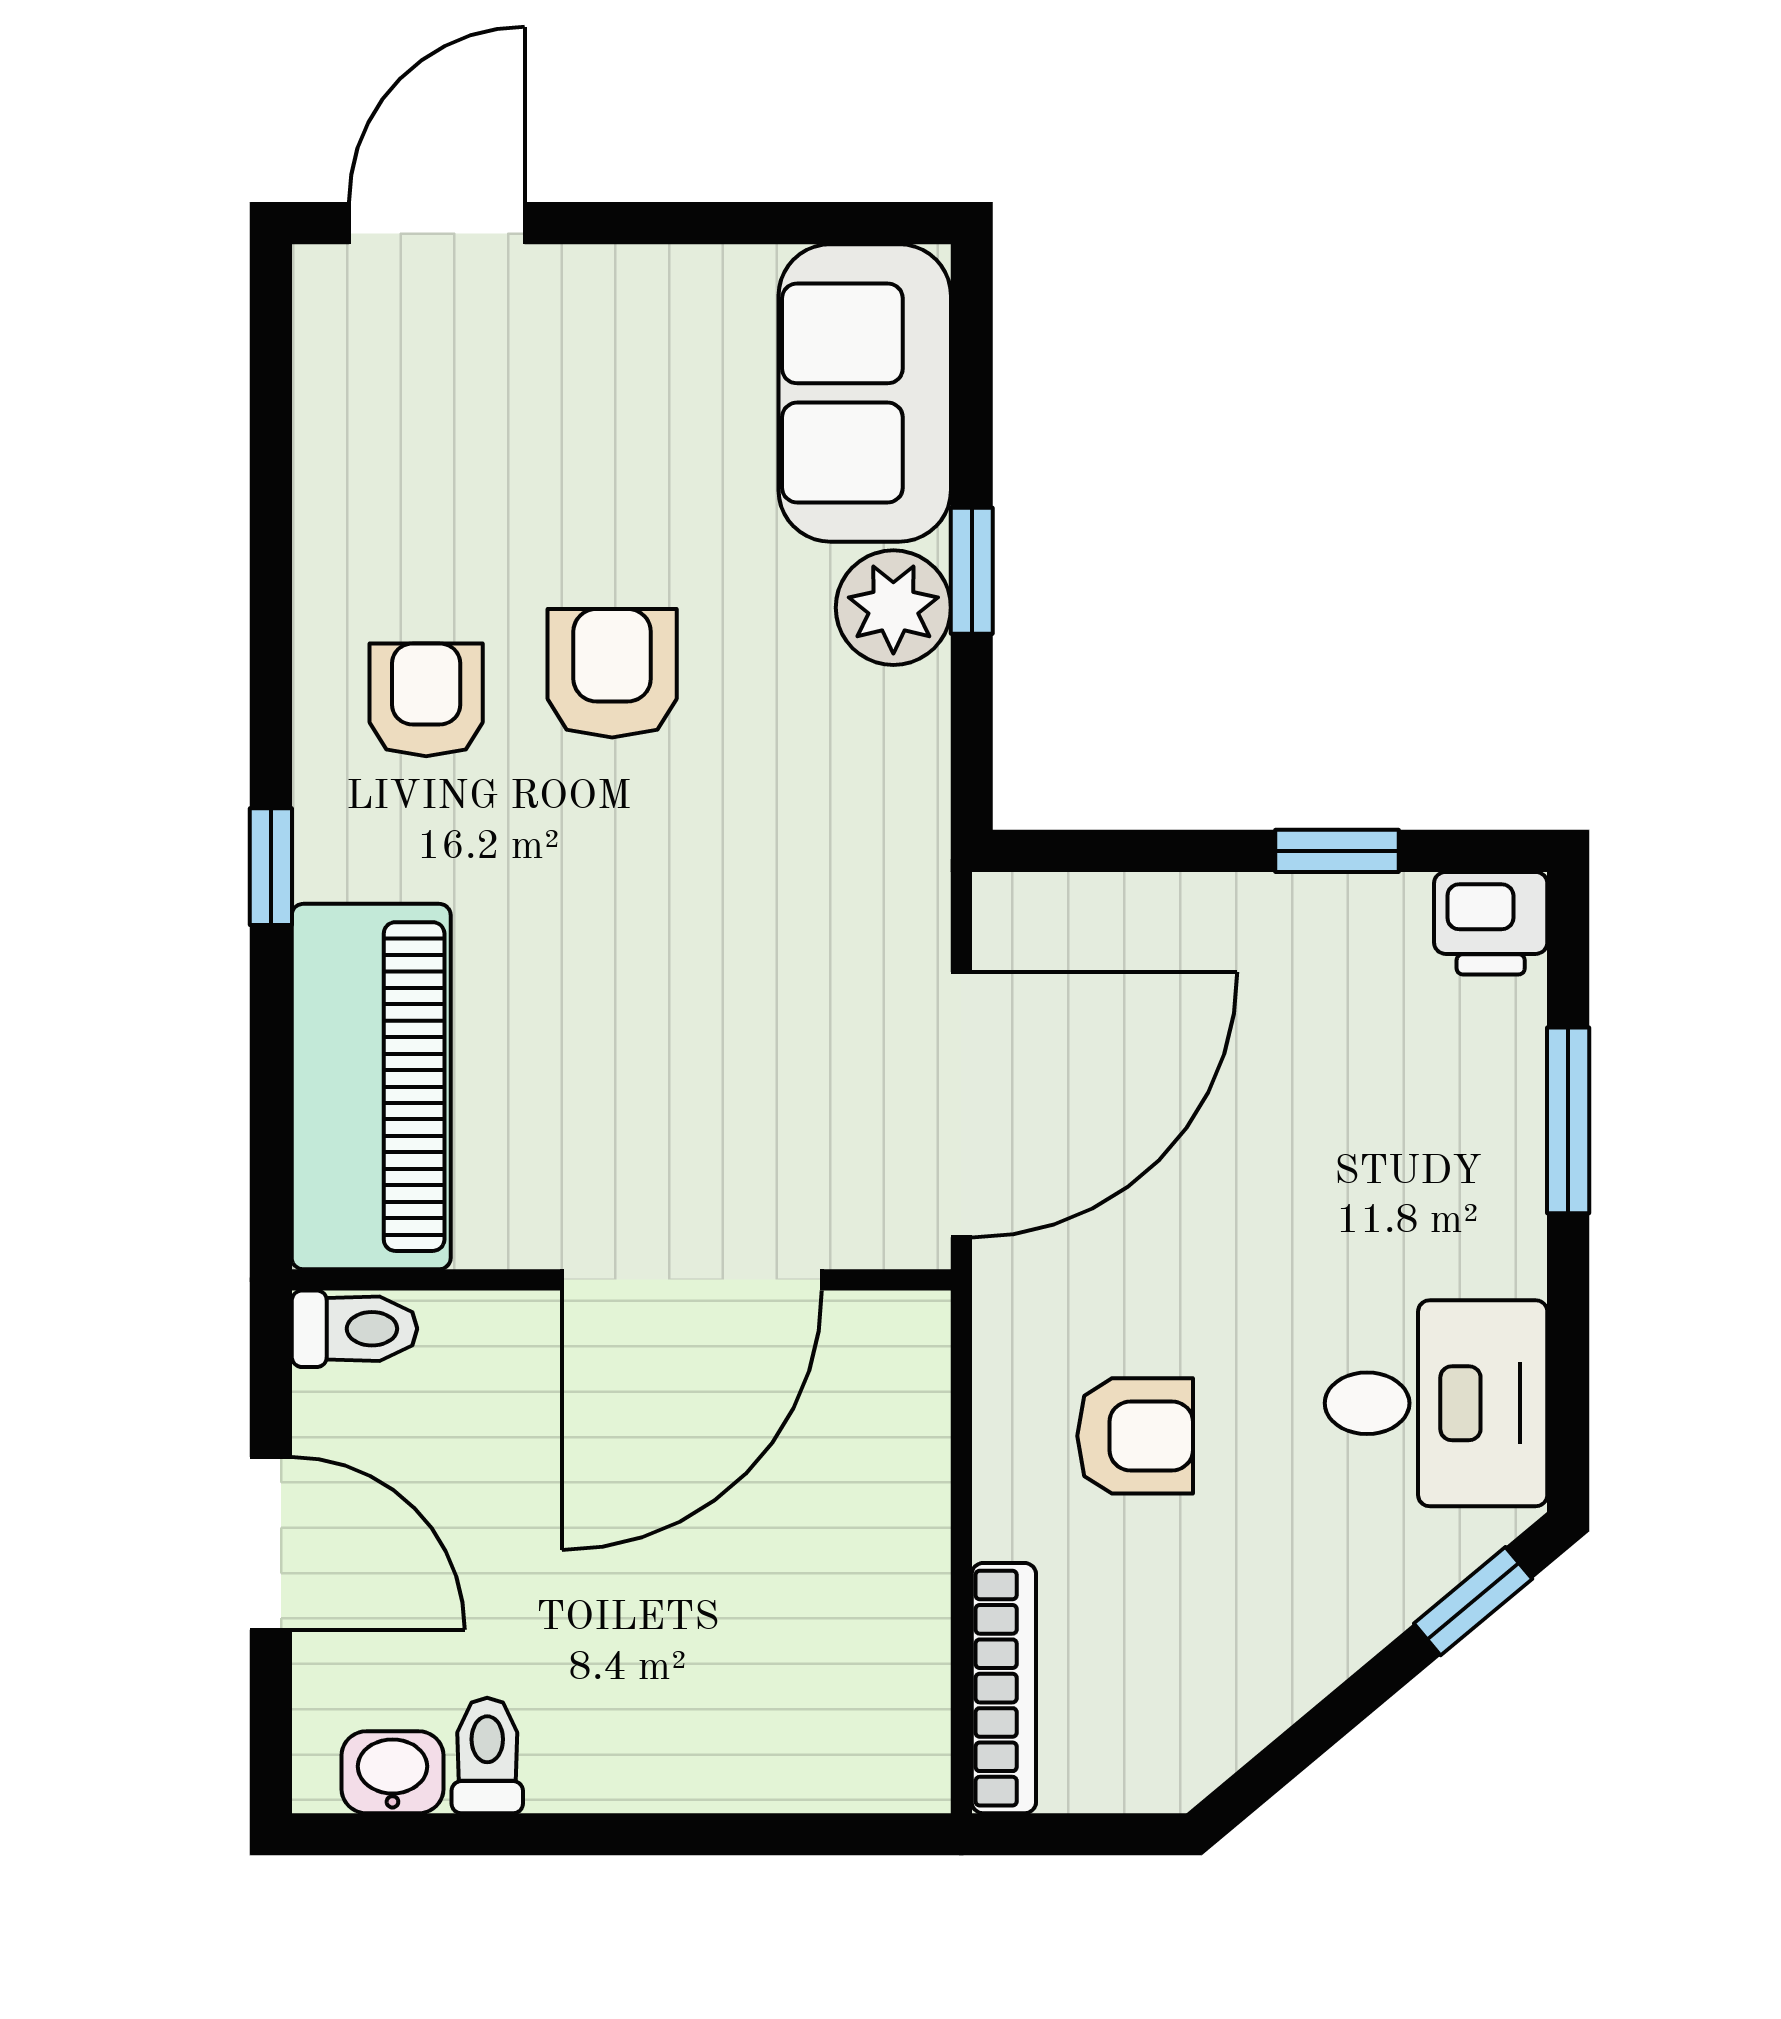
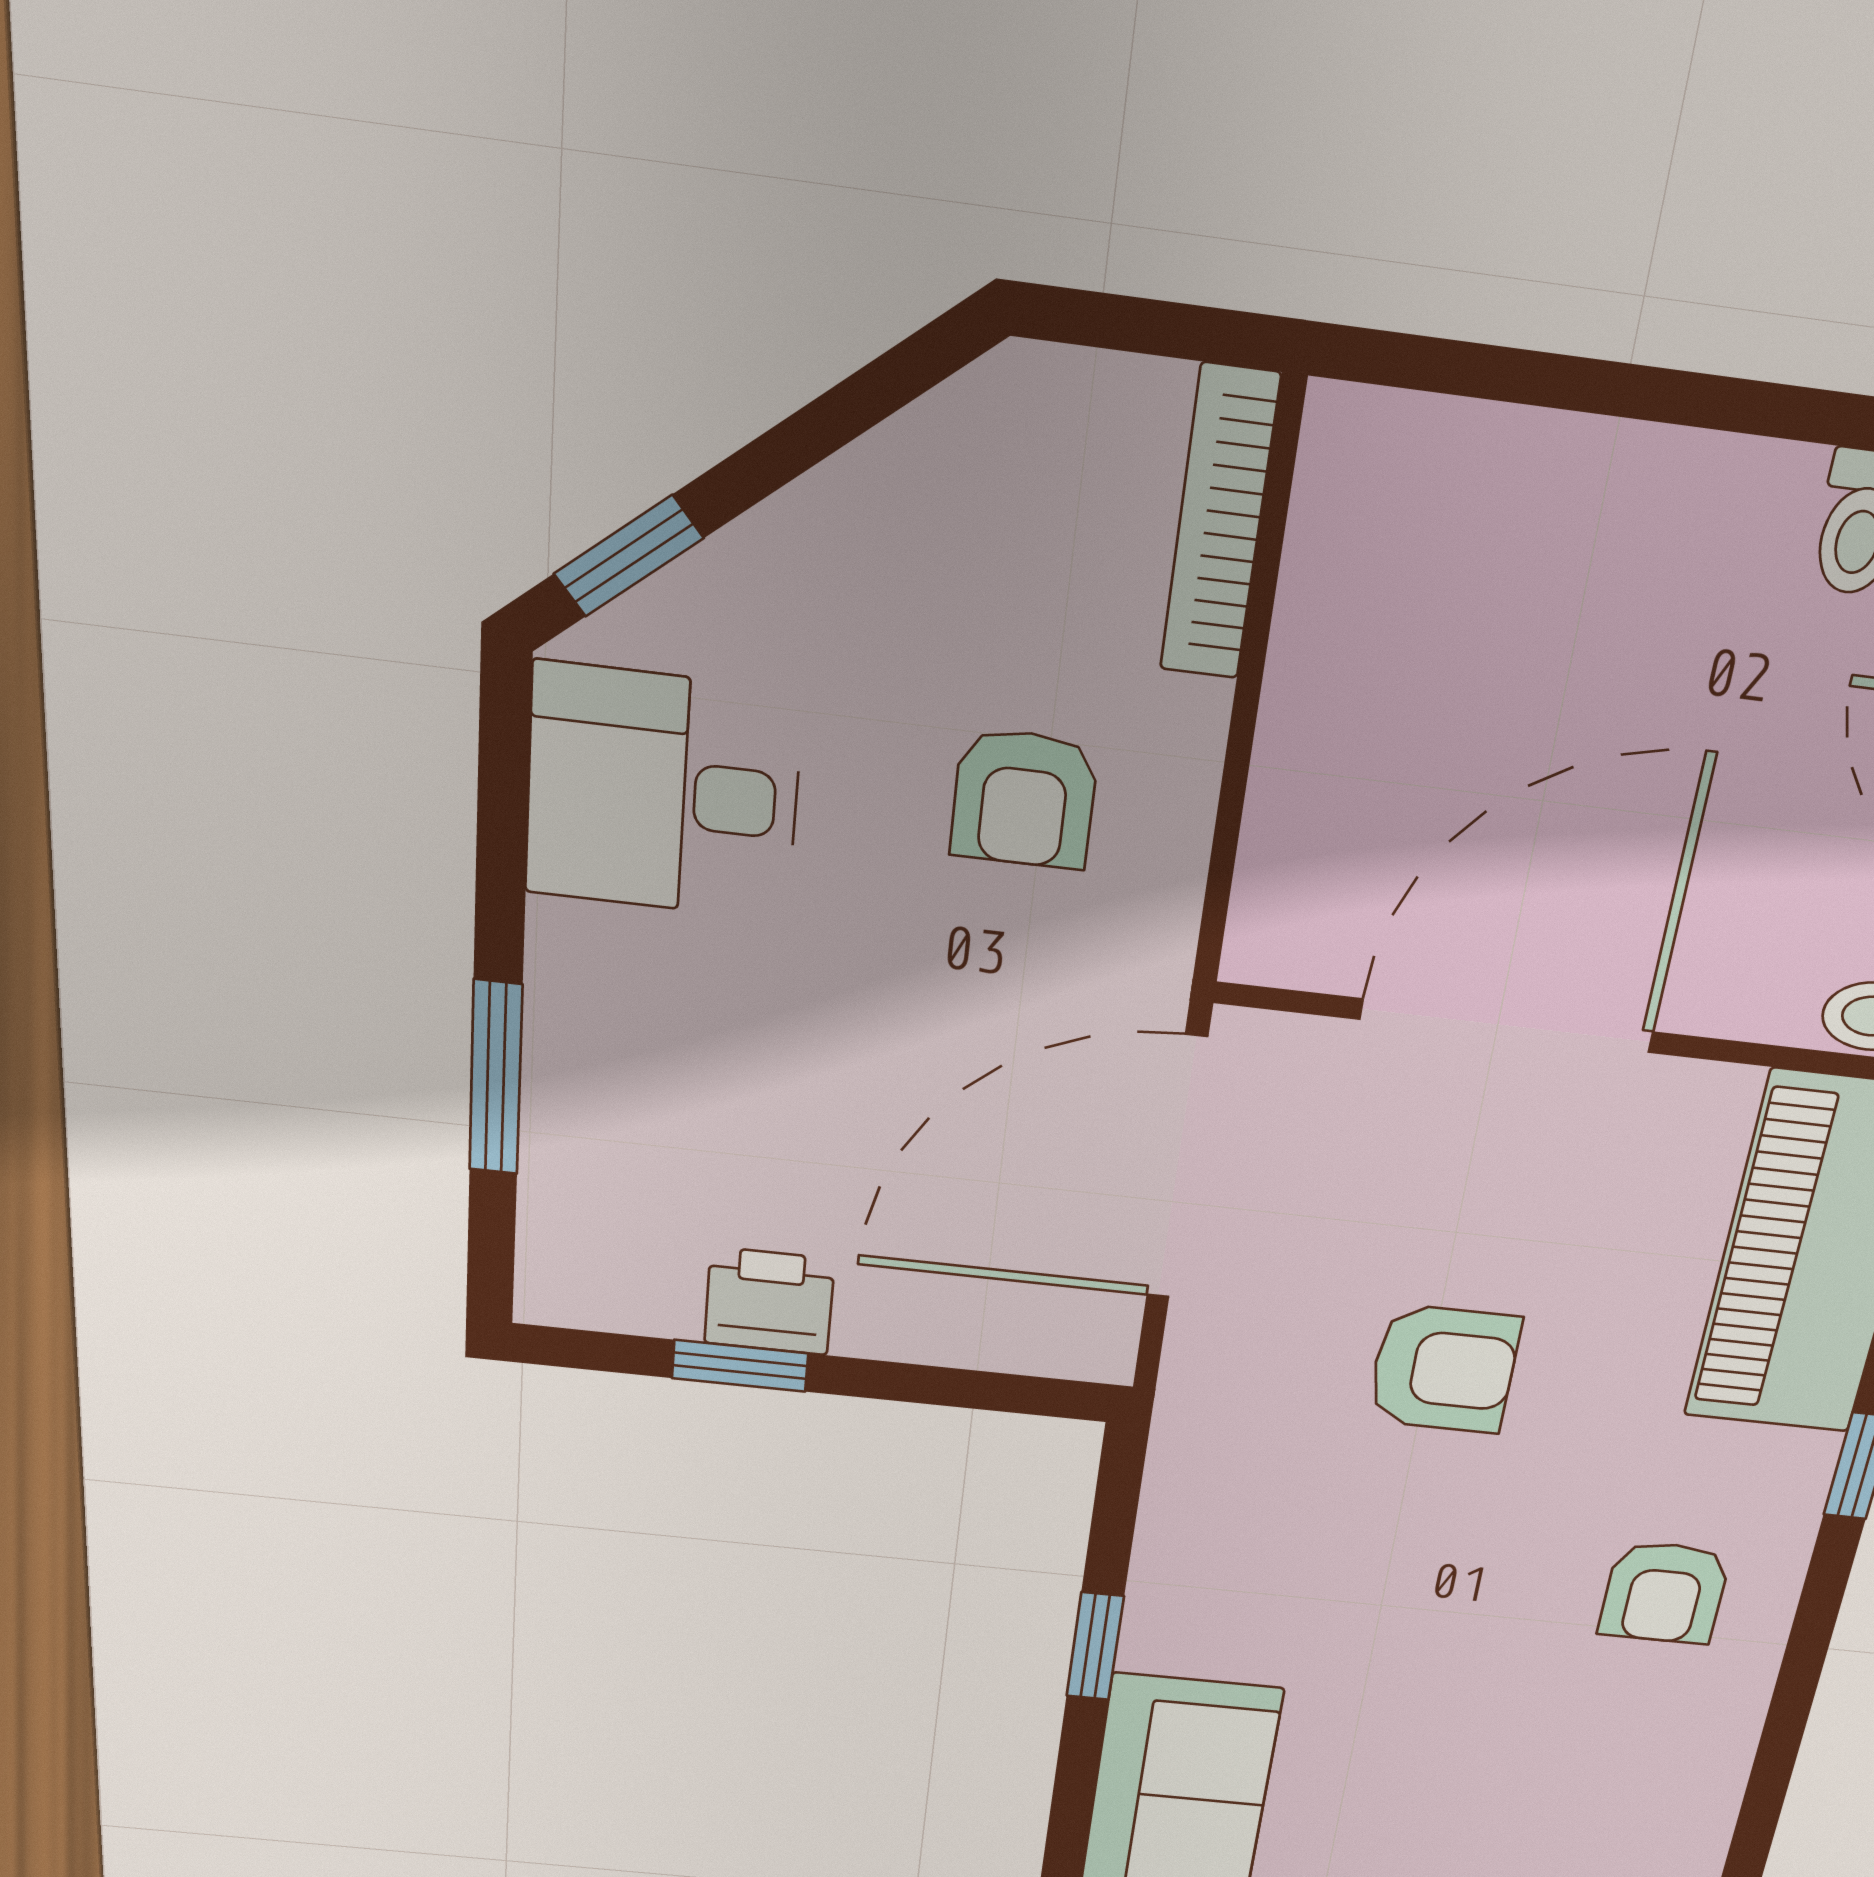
plant: (893, 608) -> (1179, 1623), removed
armchair: (612, 673) -> (1444, 1369), moved, turned -90
printer: (1491, 923) -> (769, 1301), moved
armchair: (1135, 1436) -> (1024, 799), turned -90

